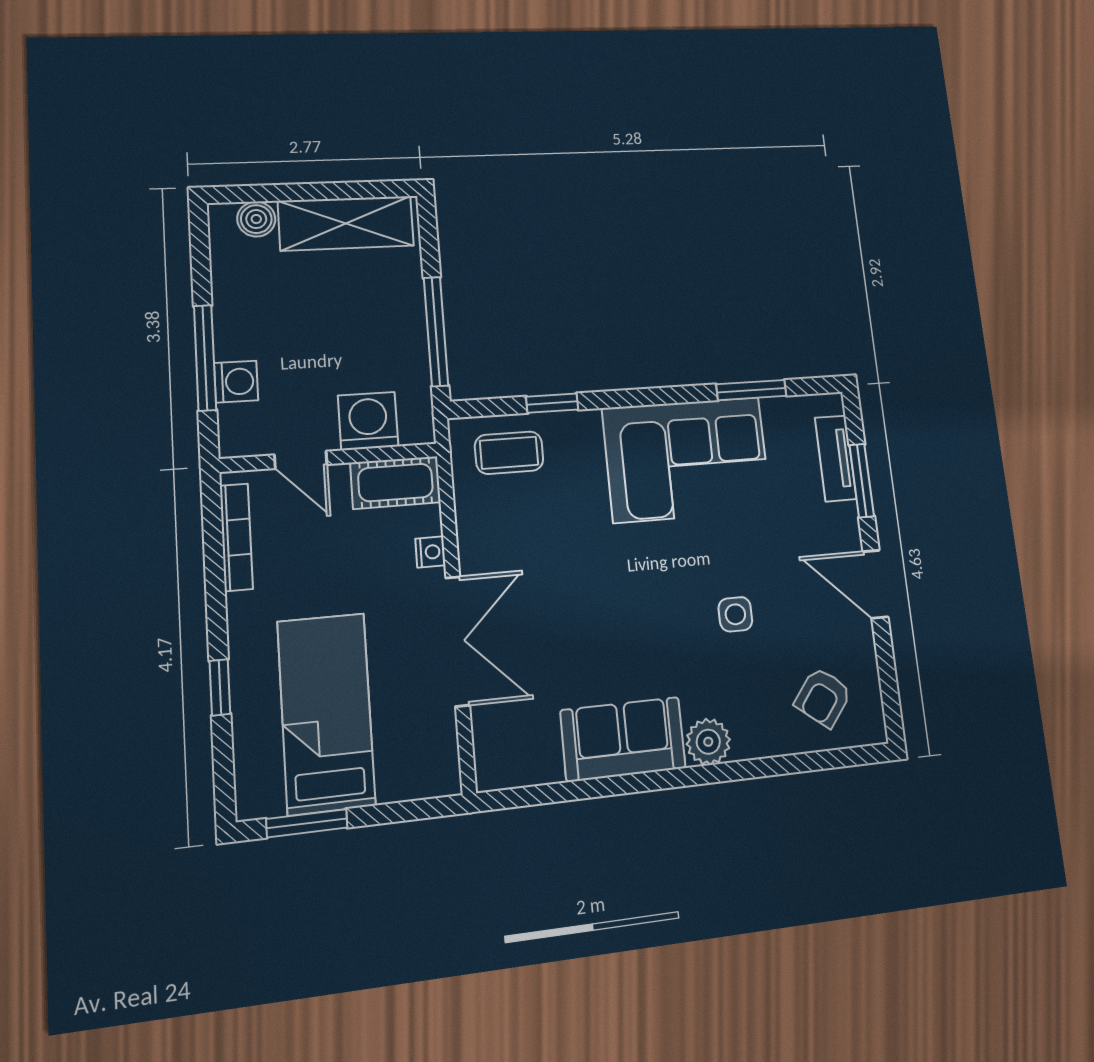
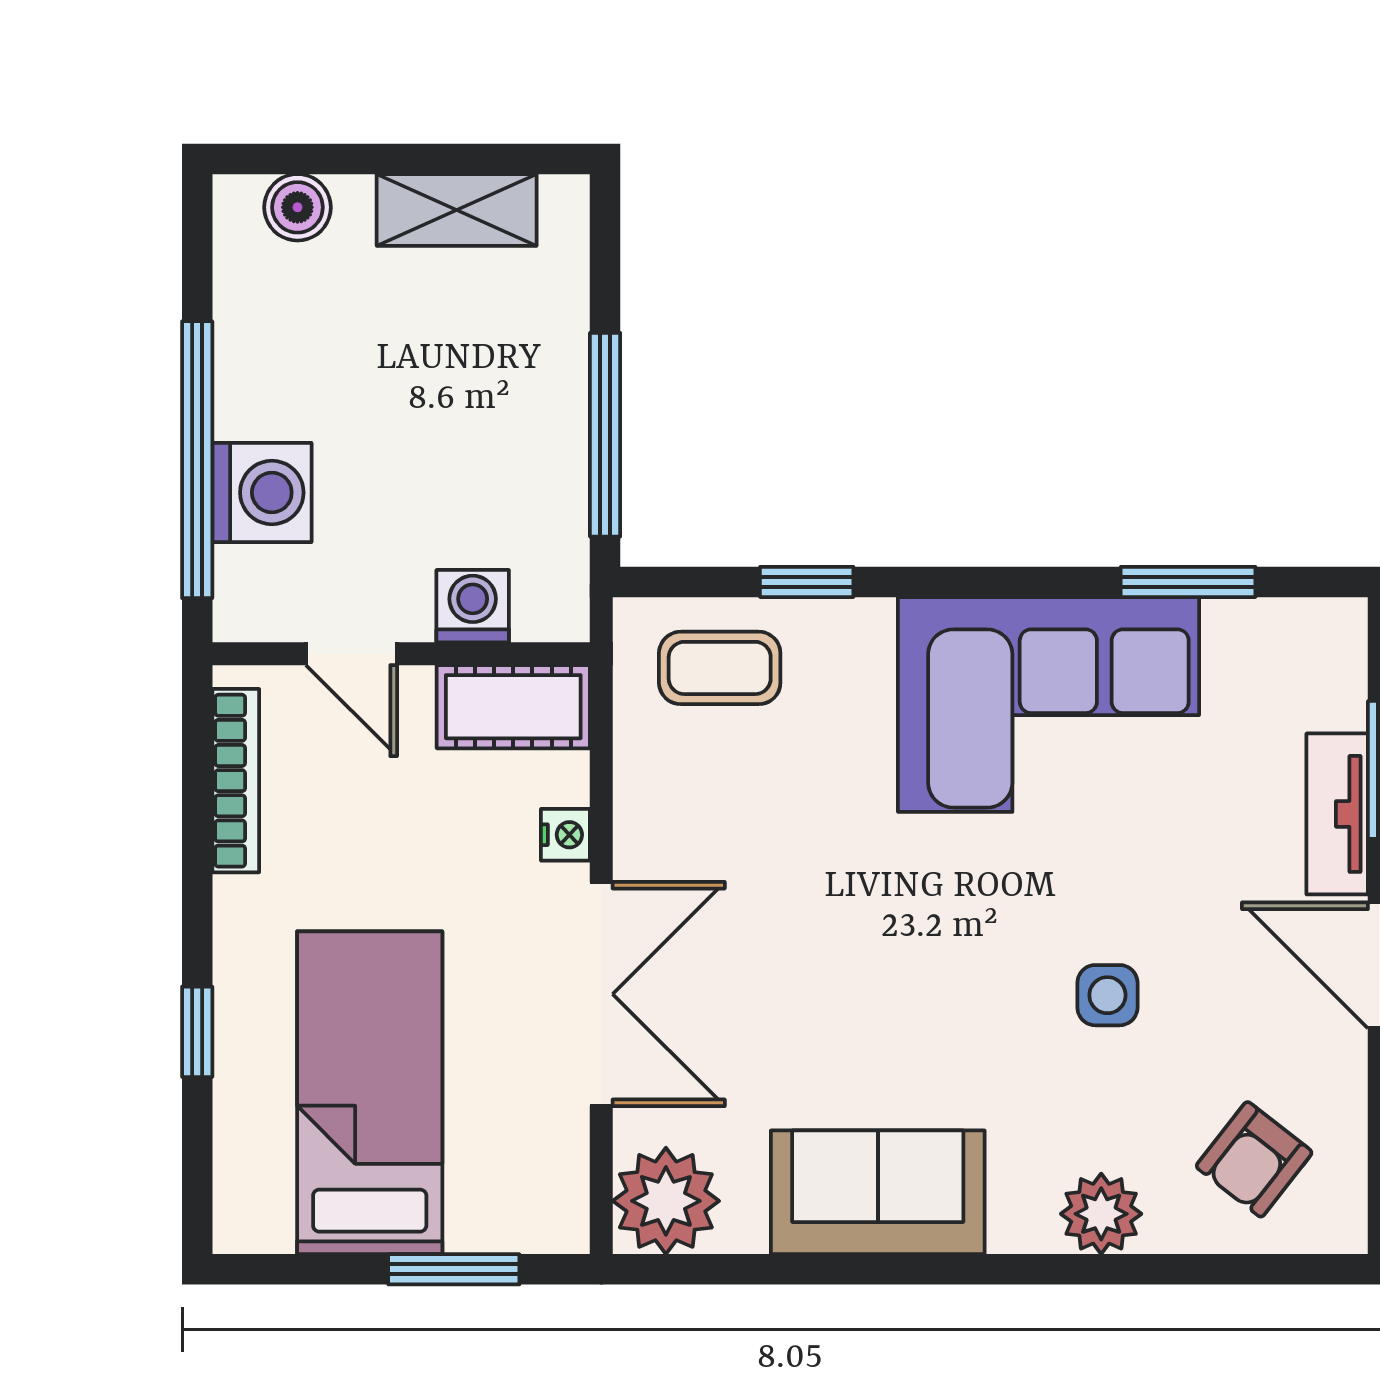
shelving: (346, 223) -> (457, 210), width x0.67, depth x0.75
window: (205, 358) -> (197, 460), width x1.46
washing machine: (236, 382) -> (262, 493), width x1.38, depth x1.38
washing machine: (368, 421) -> (473, 606), width x0.73, depth x0.73
tv unit: (836, 458) -> (1337, 814), moved
plant: (708, 742) -> (1101, 1214), moved
plant: (504, 758) -> (666, 1201), added
window: (307, 823) -> (454, 1269), moved

